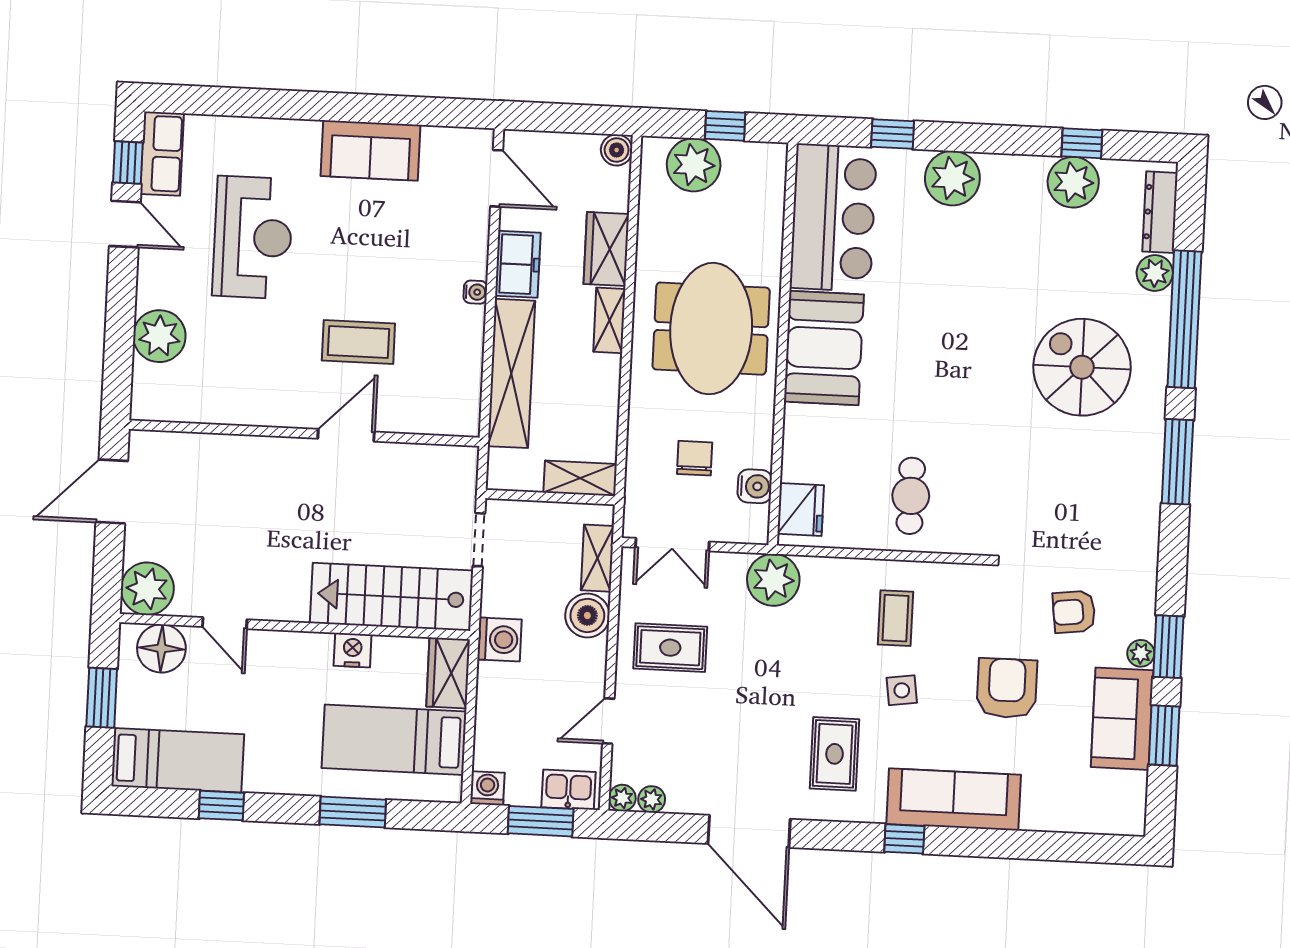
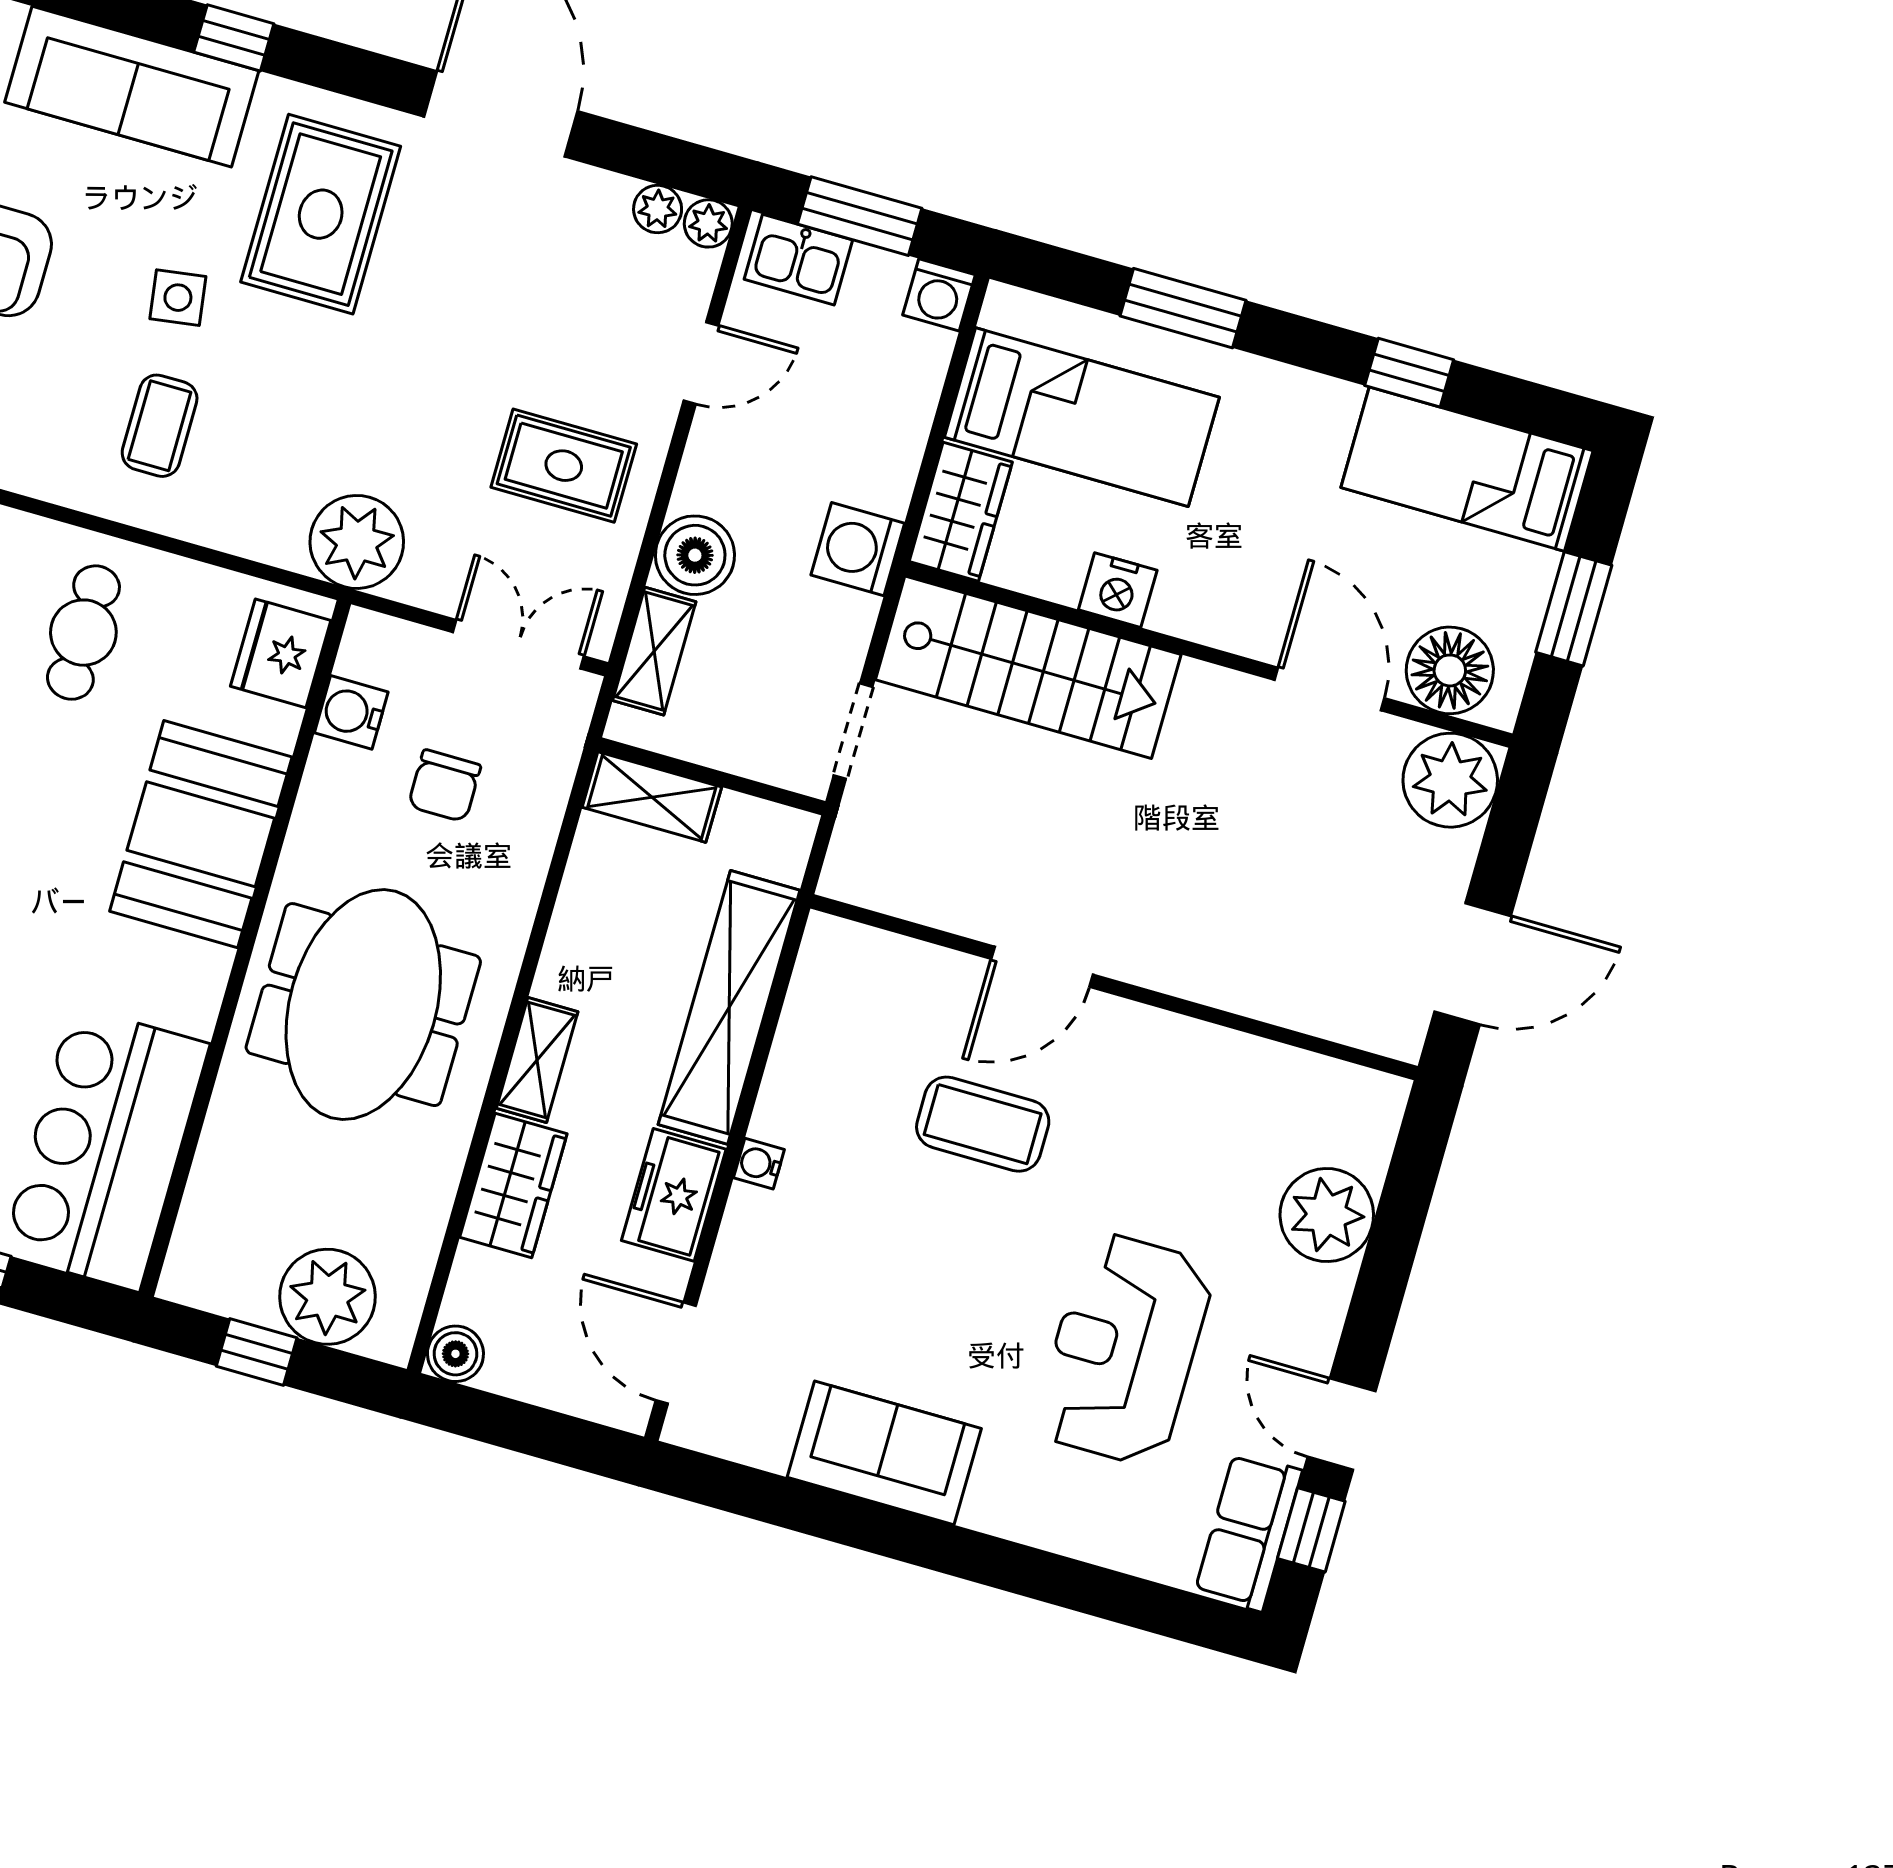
booth: (824, 348) -> (201, 834), moved
door: (225, 623) -> (1329, 689), width x1.38
rug: (835, 754) -> (321, 214), width x1.36, depth x1.43

